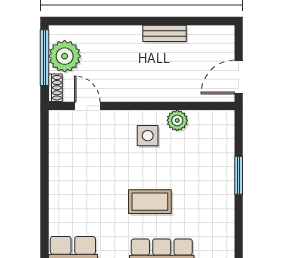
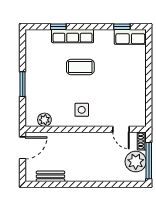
bench: (164, 33) -> (50, 176), moved
plant: (177, 120) -> (44, 120), moved

